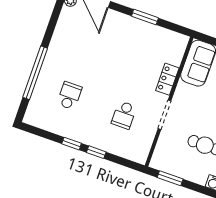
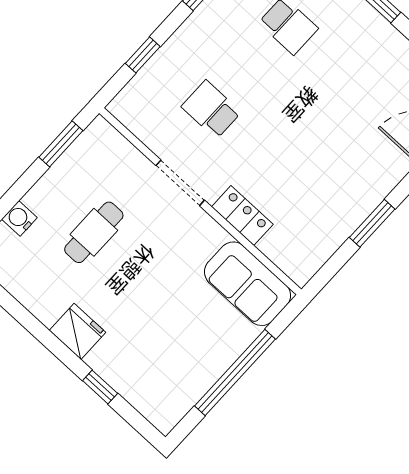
window: (96, 152) -> (143, 55), moved

